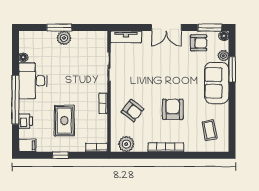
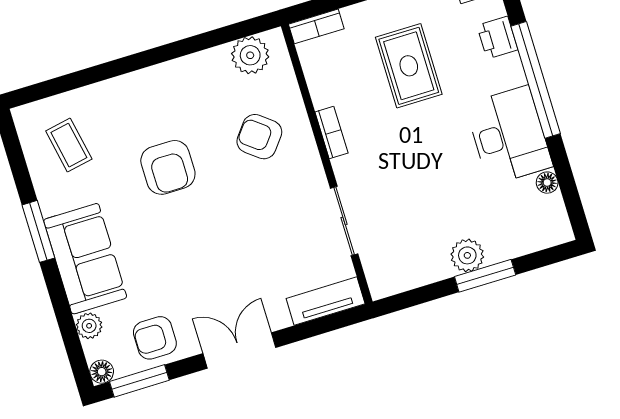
window: (232, 69) -> (38, 231), moved
bookcase: (166, 147) -> (157, 75), removed

